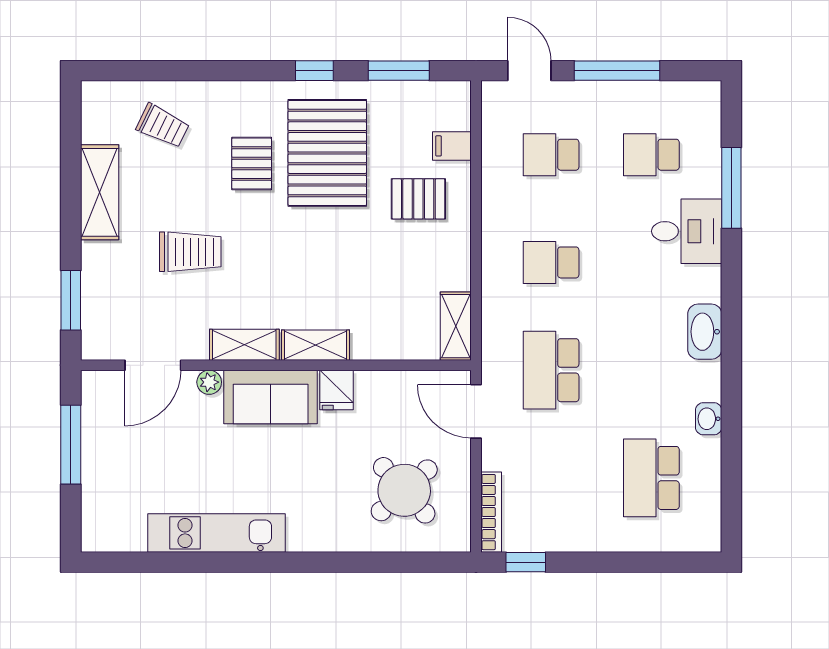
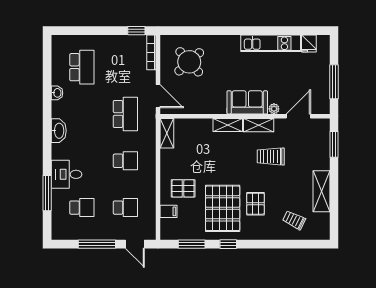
trolley: (190, 252) -> (271, 156), moved
fridge: (336, 390) -> (309, 44), moved, turned 180

